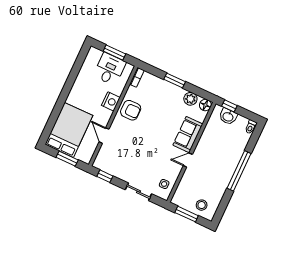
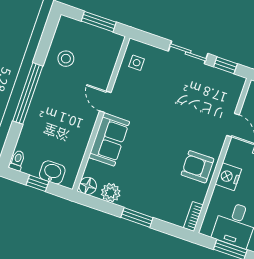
window: (229, 106) -> (38, 183), moved
door: (188, 160) -> (105, 102), swing flipped
sliding door: (138, 192) -> (188, 52), moved
stool: (202, 205) -> (66, 59), moved

